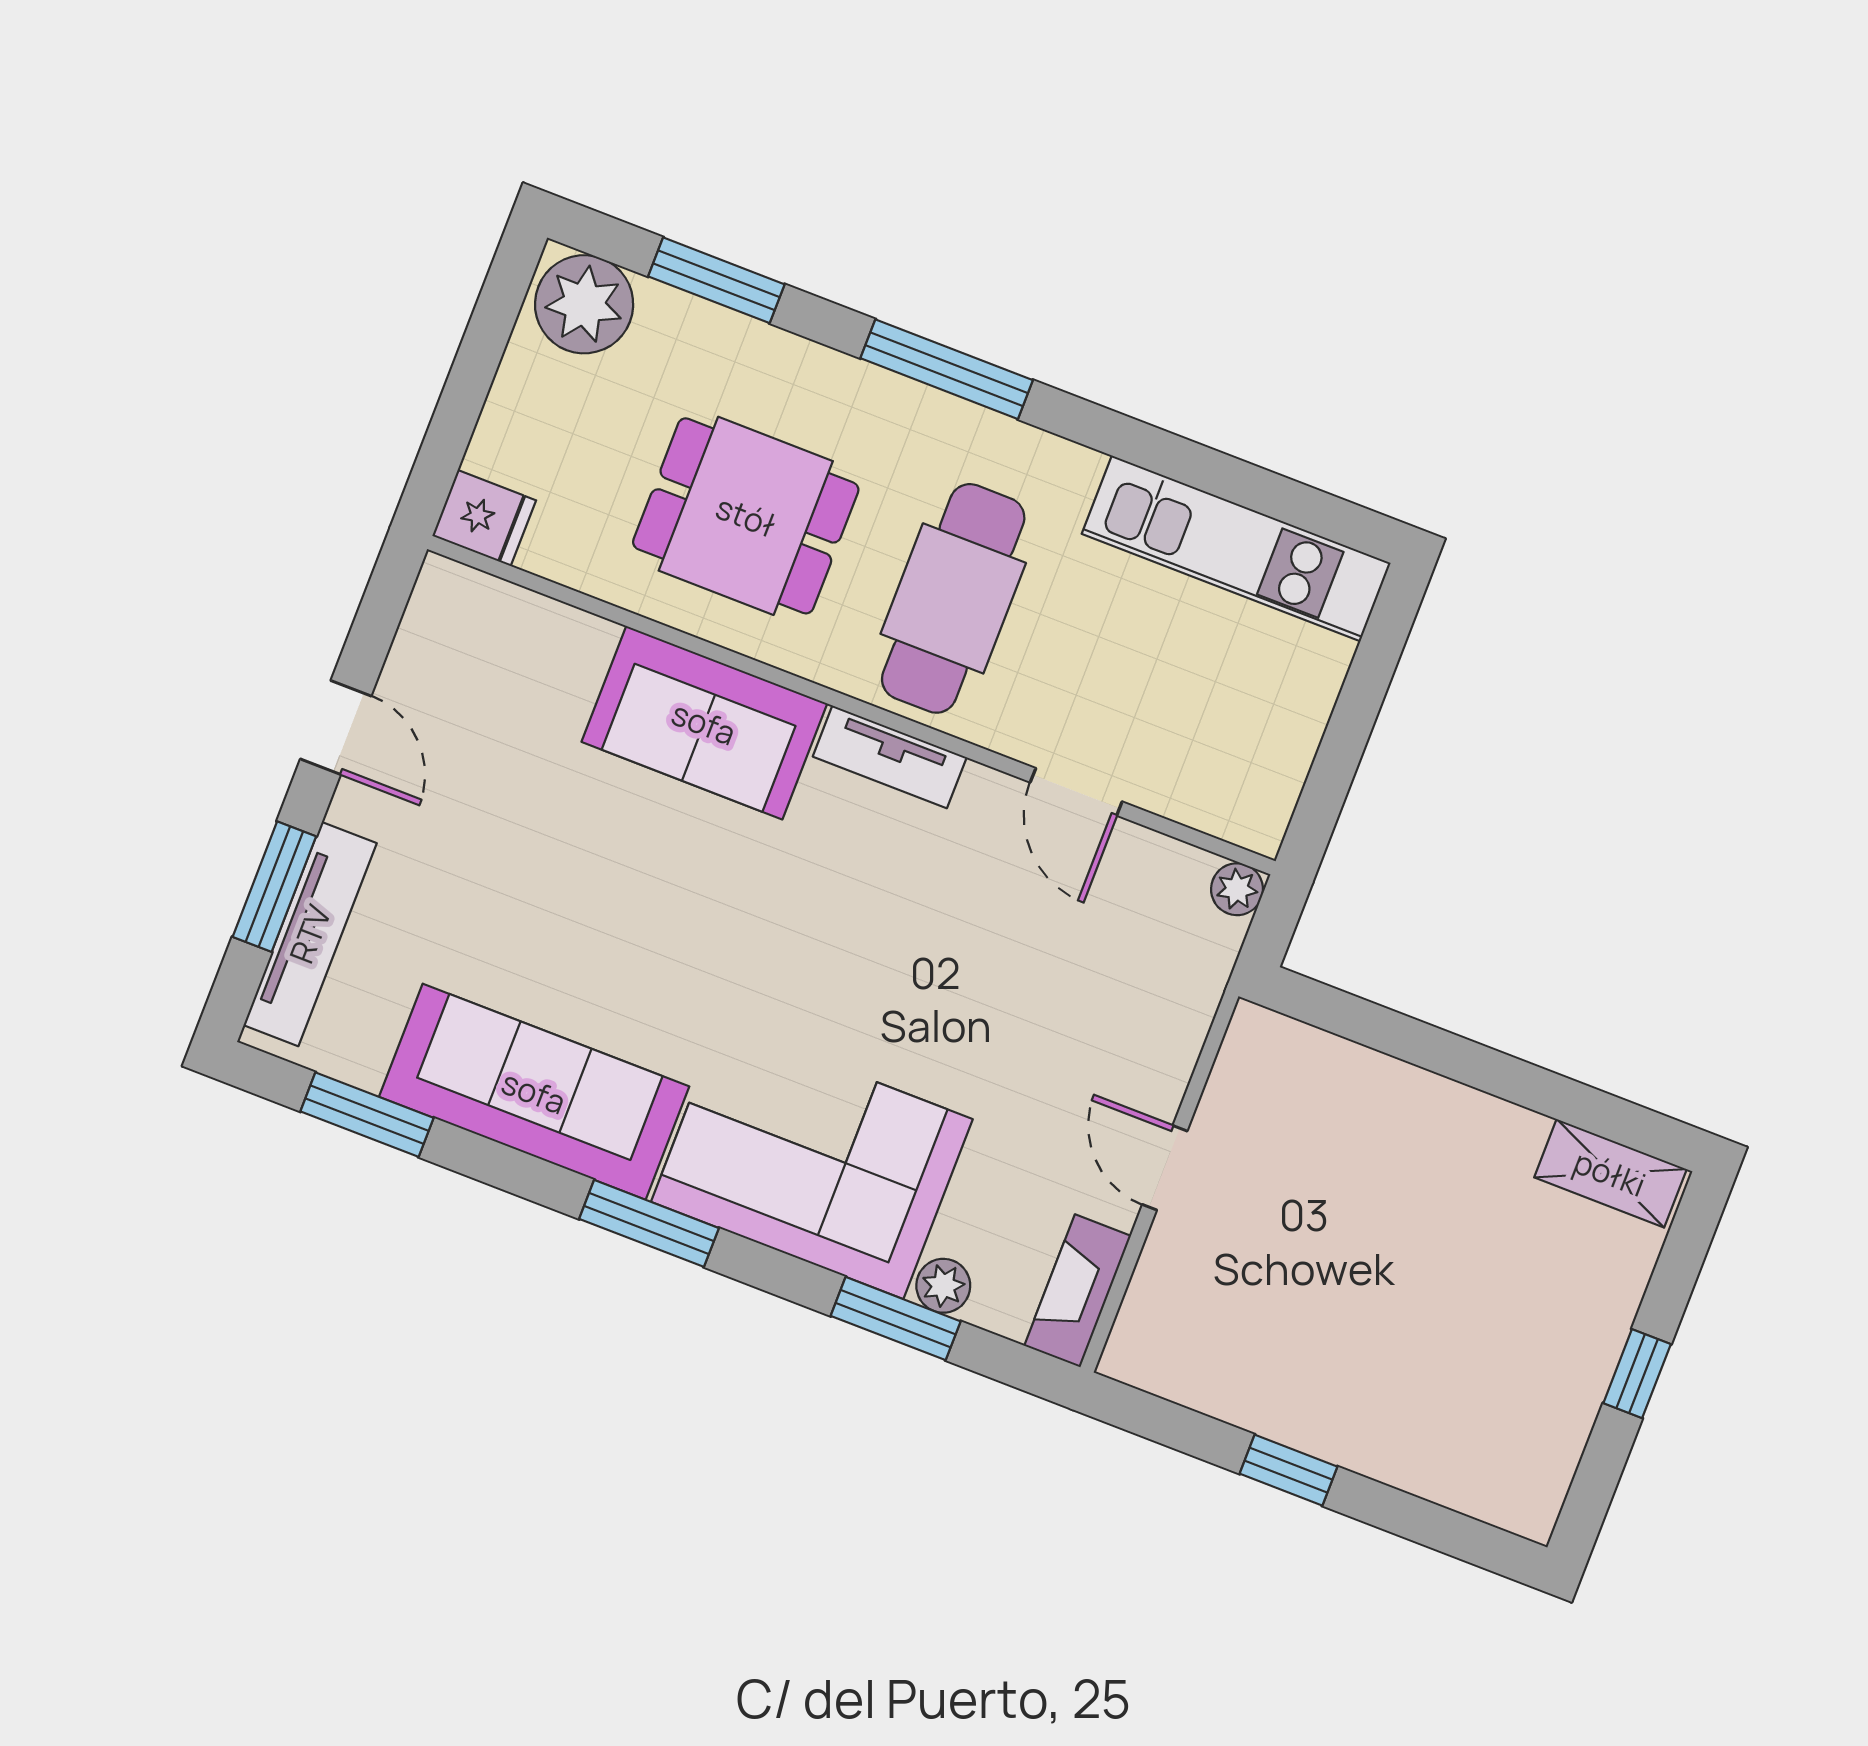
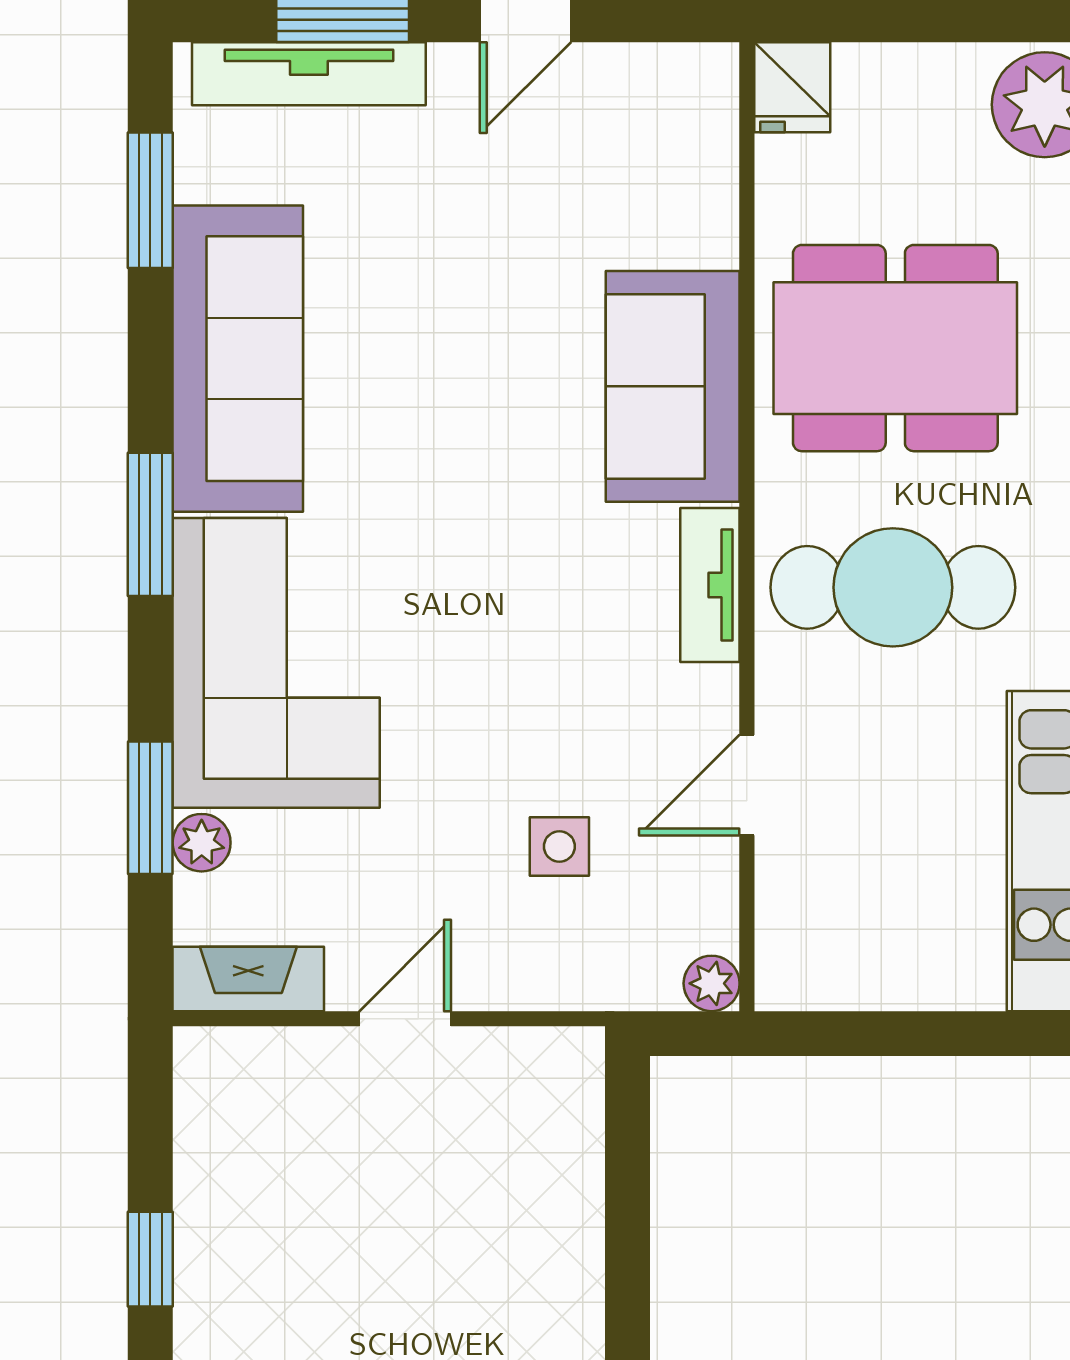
dining table: (746, 516) -> (895, 348), width x1.38
side table: (1067, 976) -> (559, 846), added

